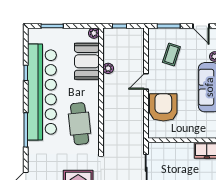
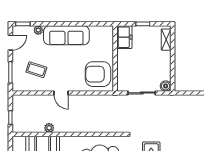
plant: (94, 33) -> (17, 141), removed
armchair: (163, 107) -> (98, 74), moved

